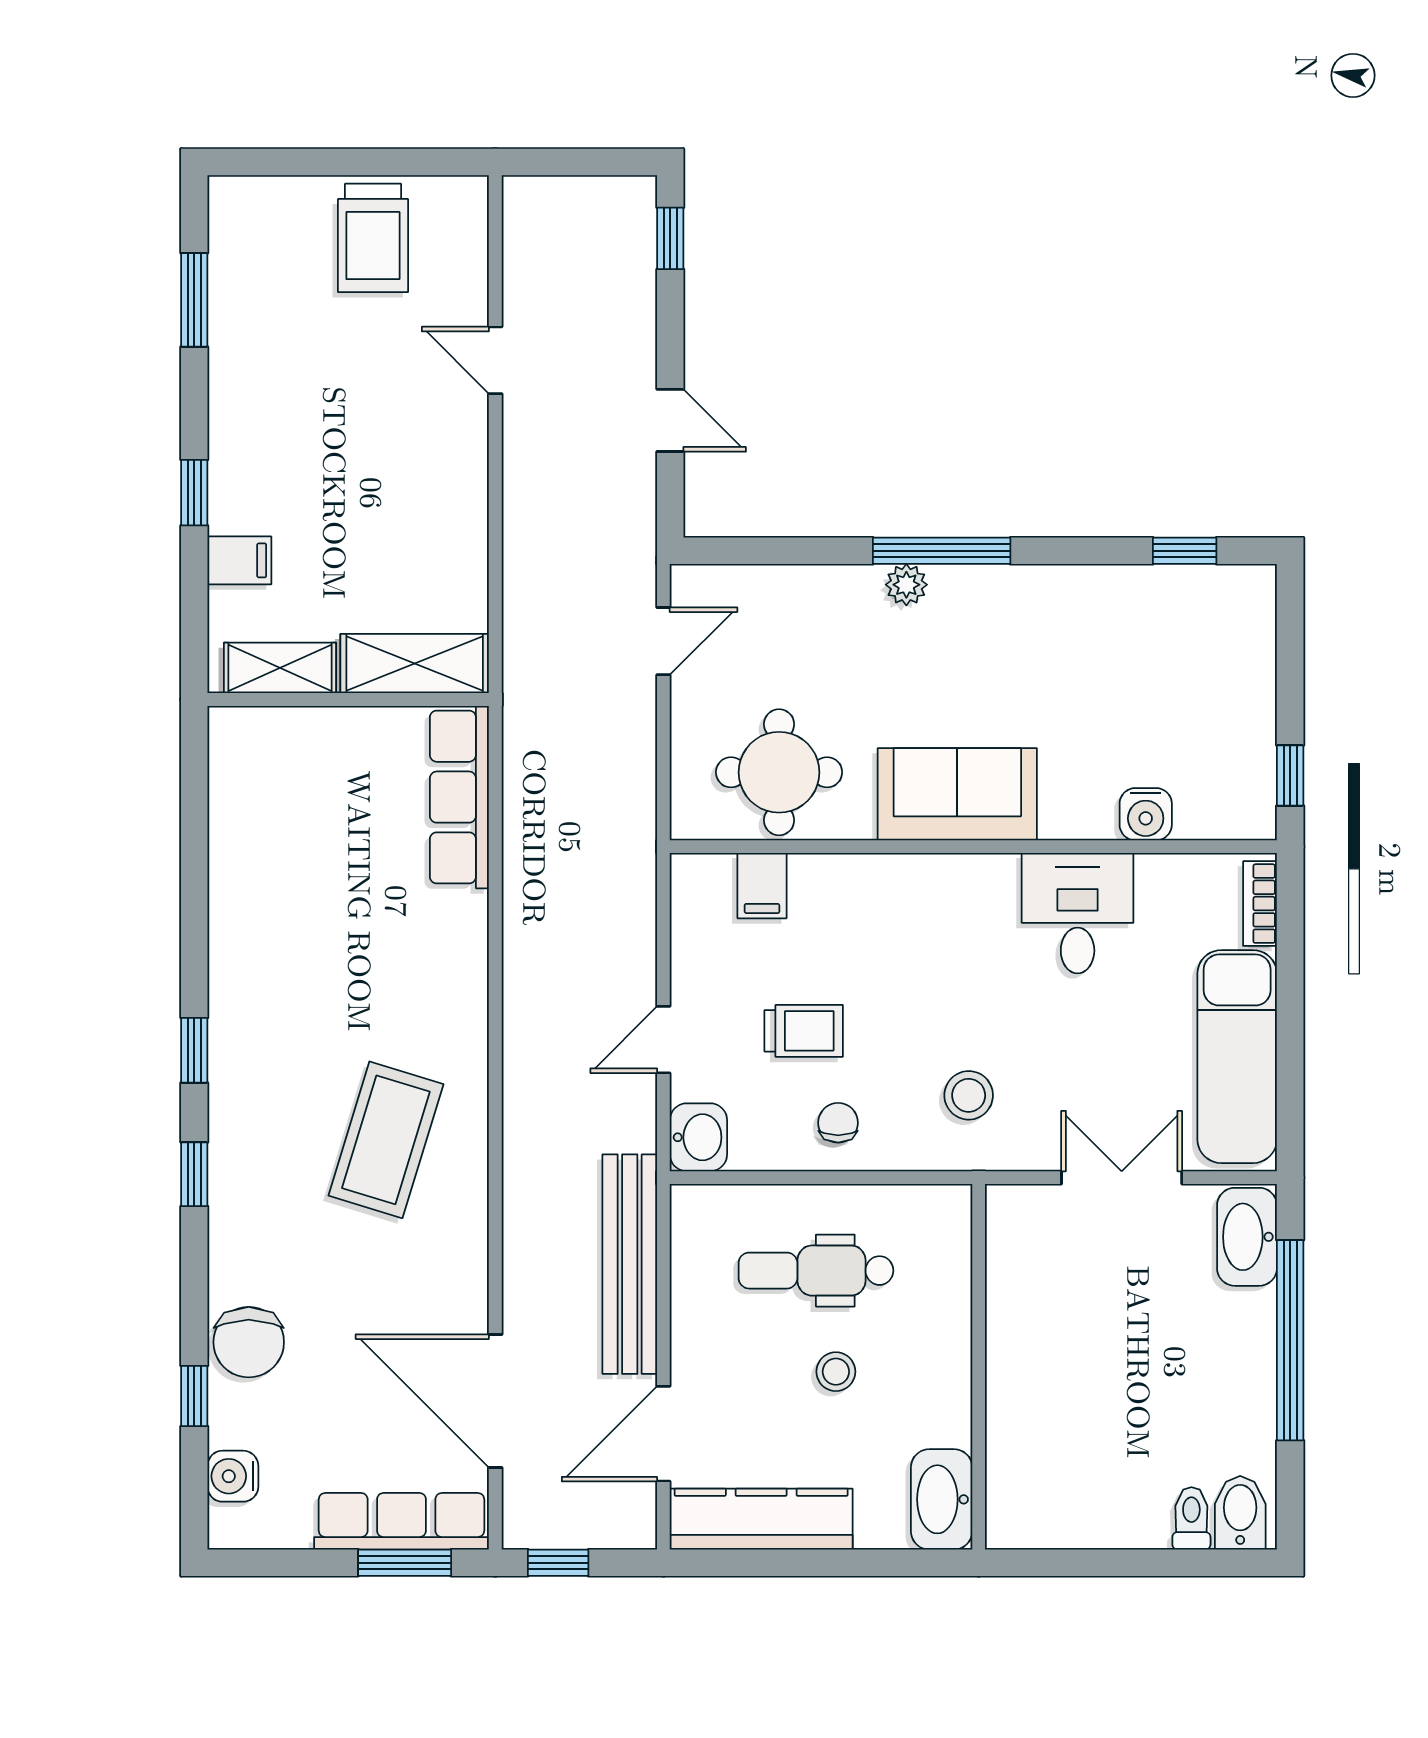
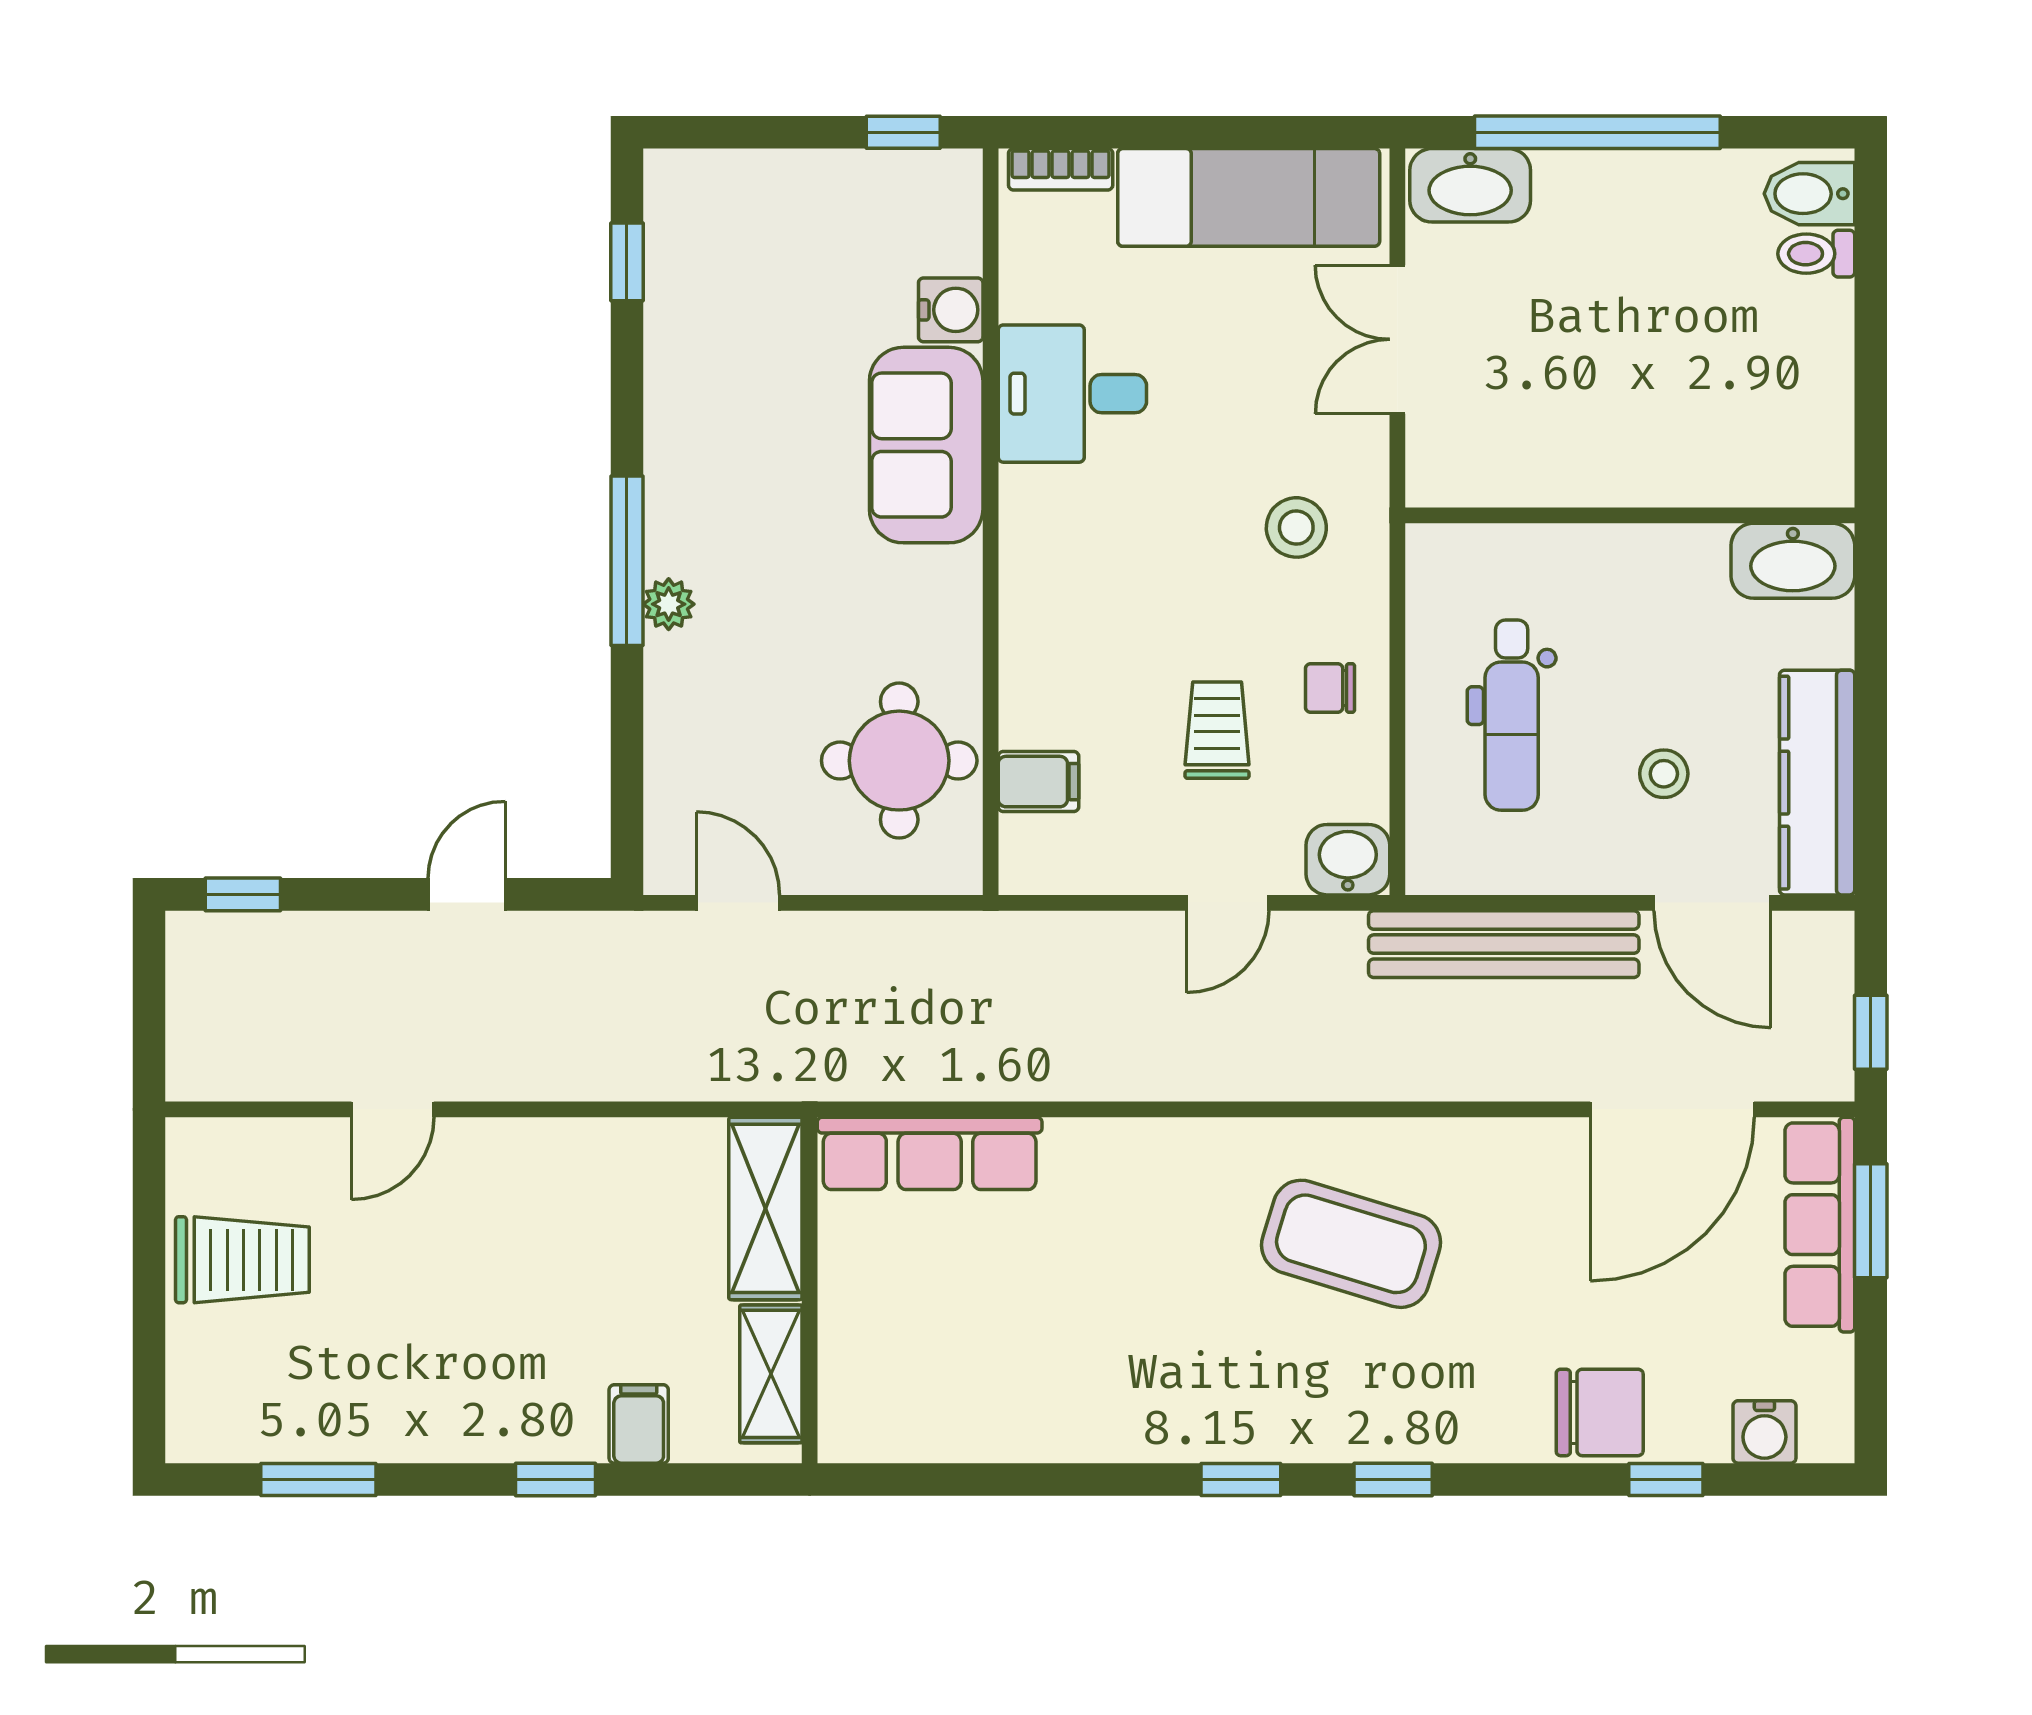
sofa: (957, 794) -> (926, 445), moved
door: (663, 1040) -> (1228, 903), hinge flipped
stool: (836, 1372) -> (1664, 774), moved

